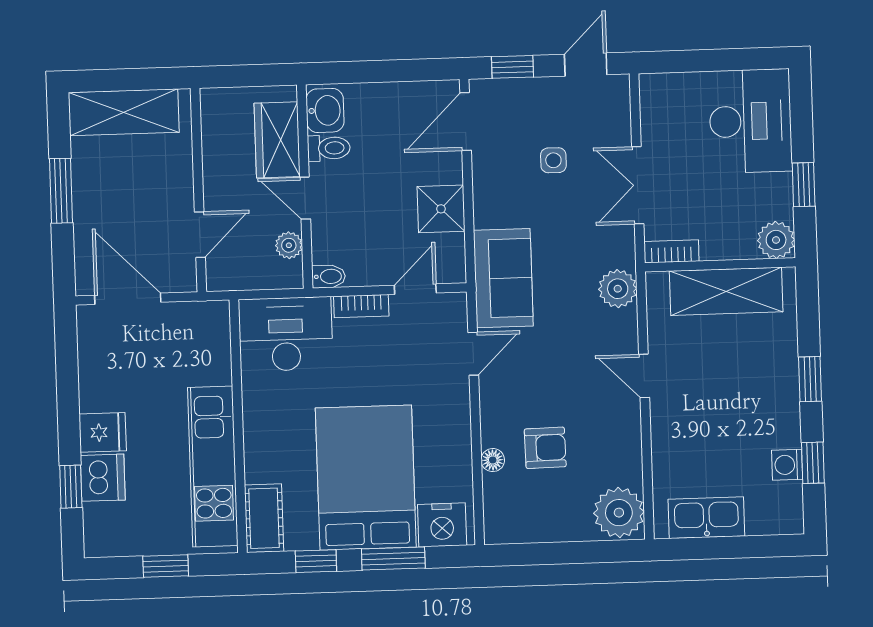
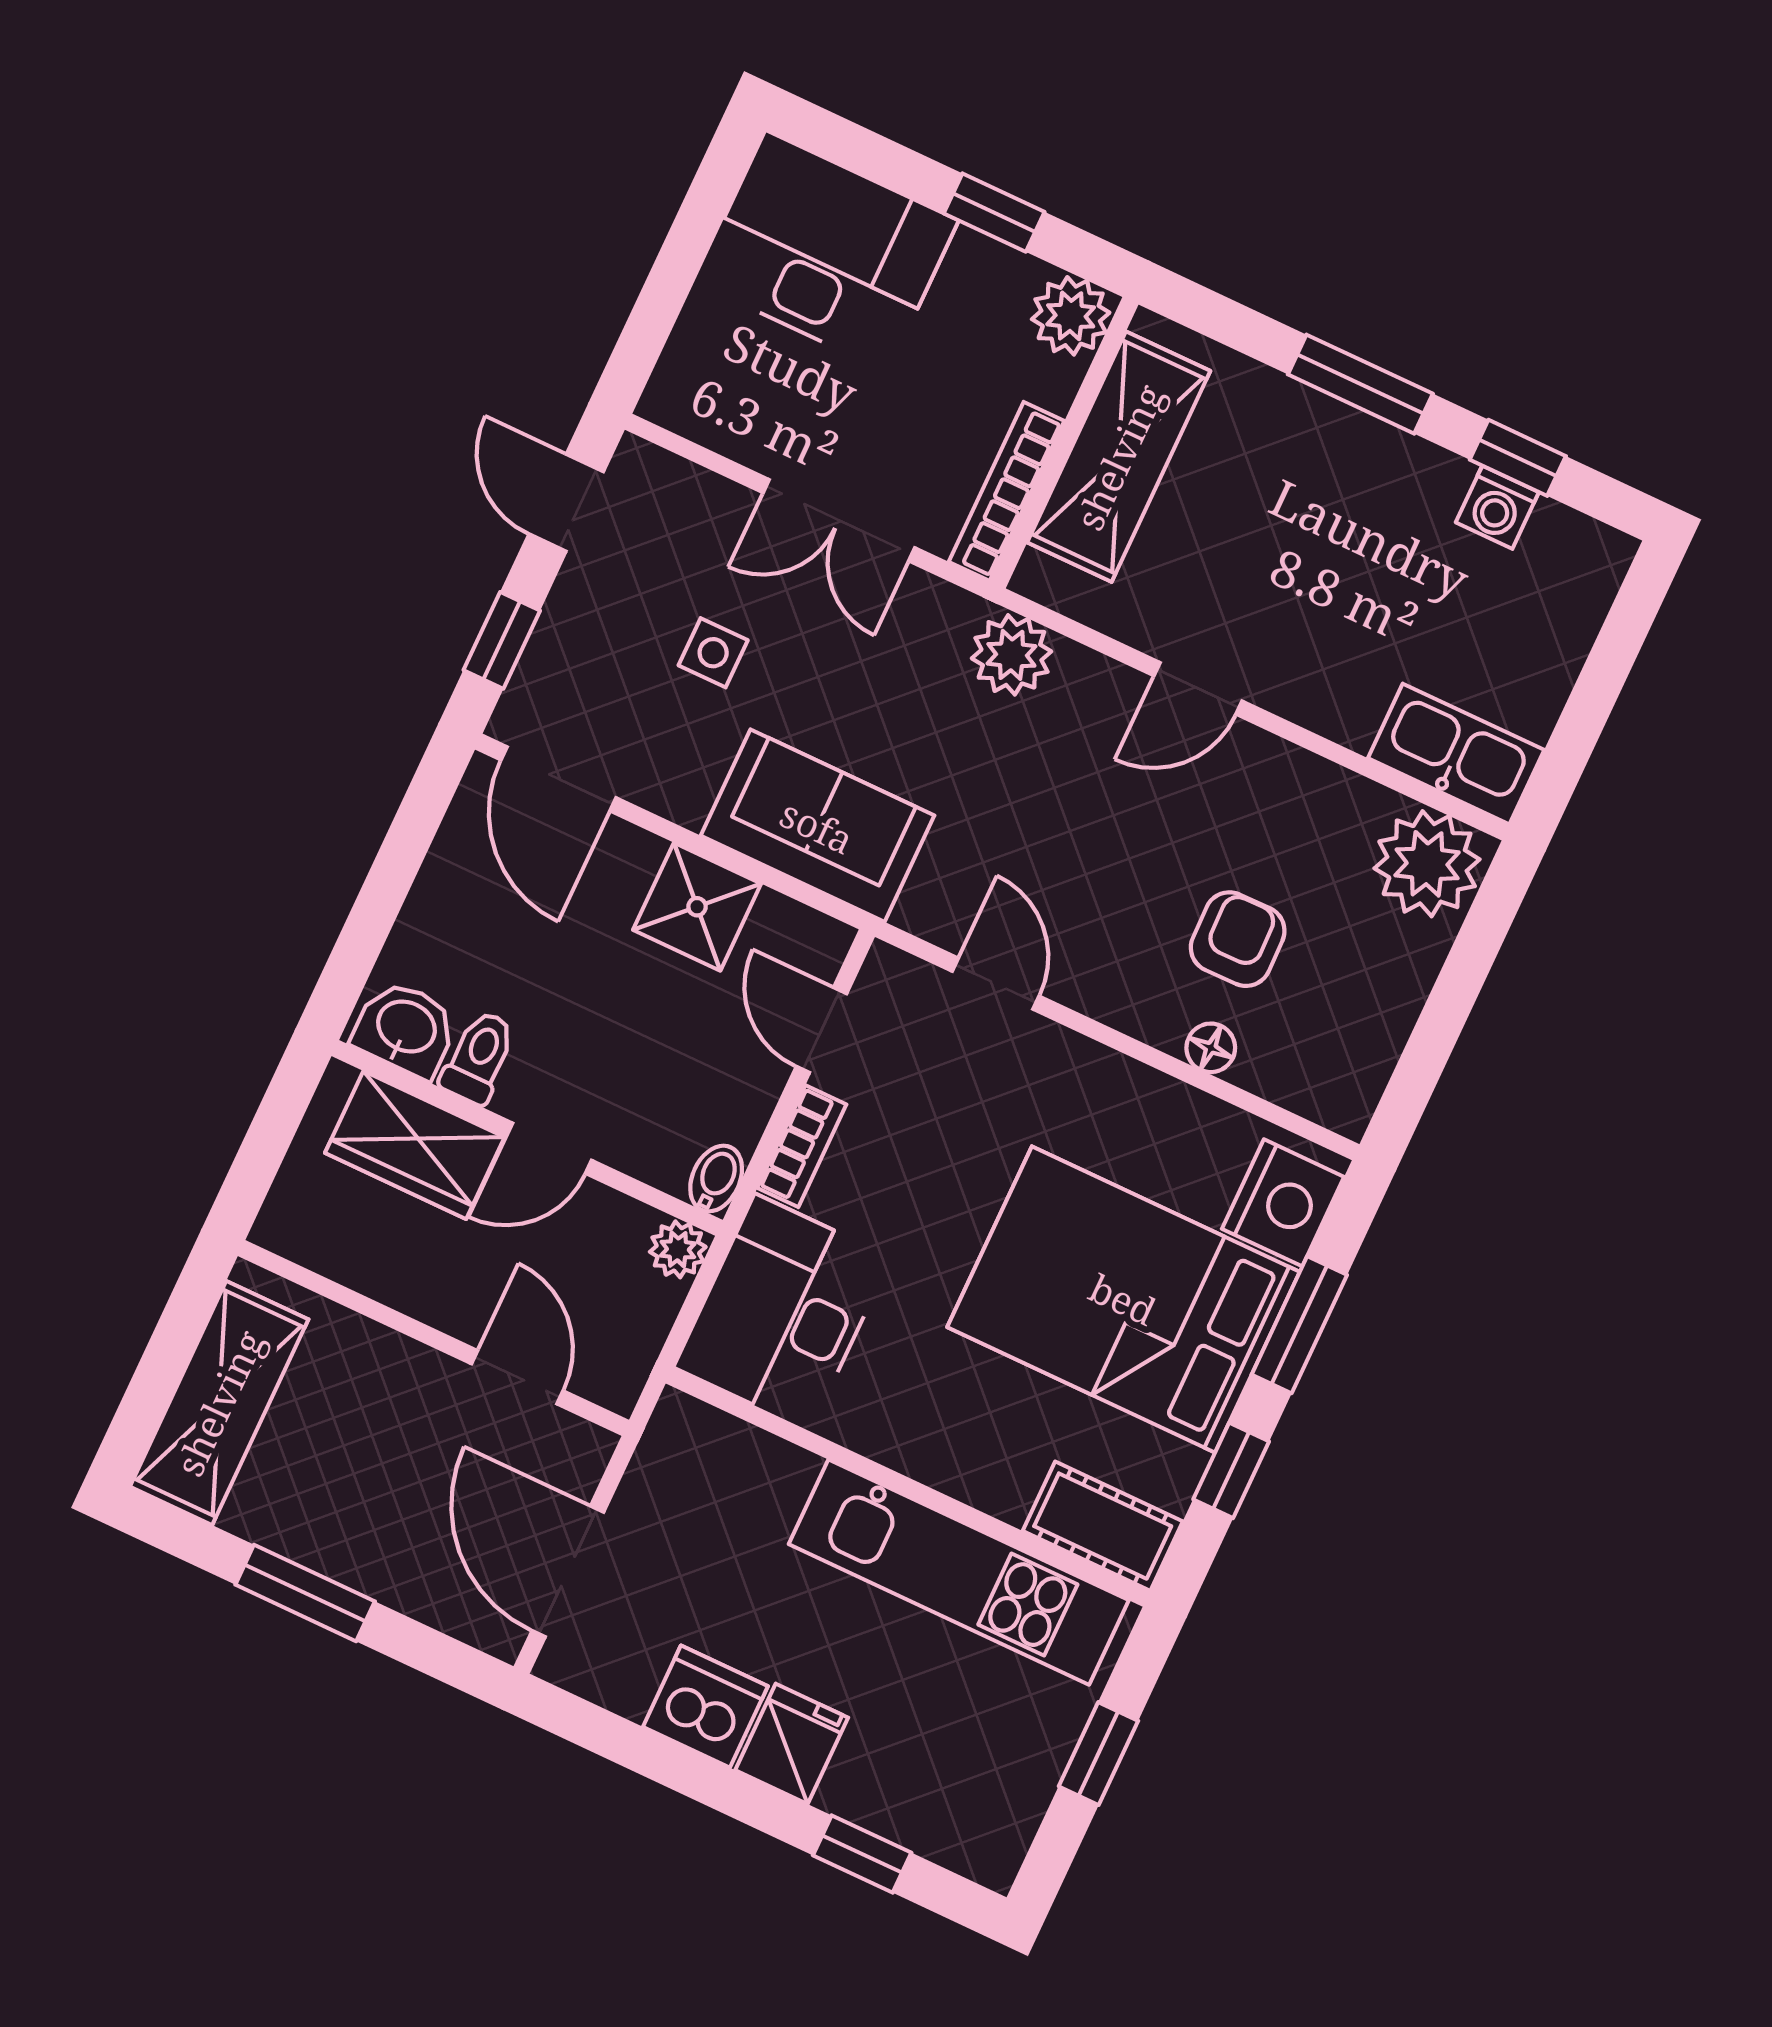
plant: (289, 245) -> (678, 1249), moved
bookcase: (671, 251) -> (1007, 491), width x1.56
sofa: (503, 278) -> (817, 826), moved
door: (128, 299) -> (568, 1571), hinge flipped
window: (810, 379) -> (1360, 384), width x1.50
dishwasher: (103, 478) -> (705, 1707), moved
kitchen sink: (706, 518) -> (1456, 754), moved, turned 90

